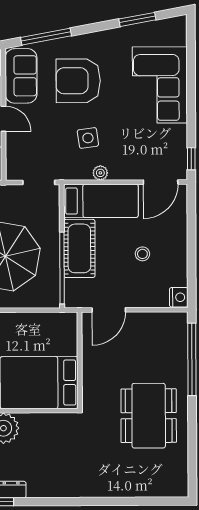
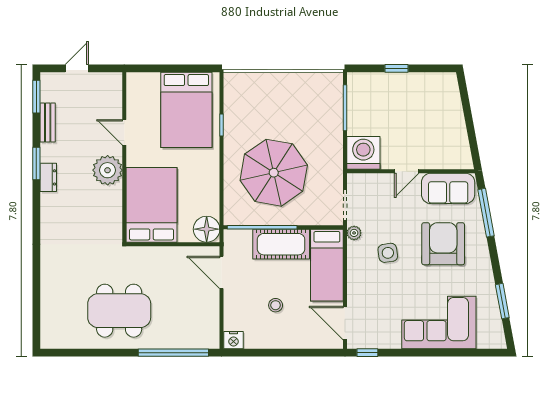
plant: (100, 173) -> (354, 233), moved
floor lamp: (64, 326) -> (207, 229), added

